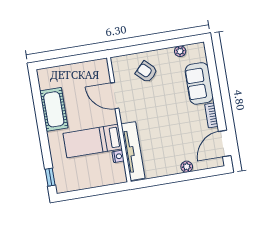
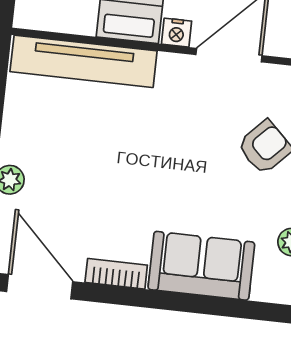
nightstand: (118, 156) -> (176, 33), moved

